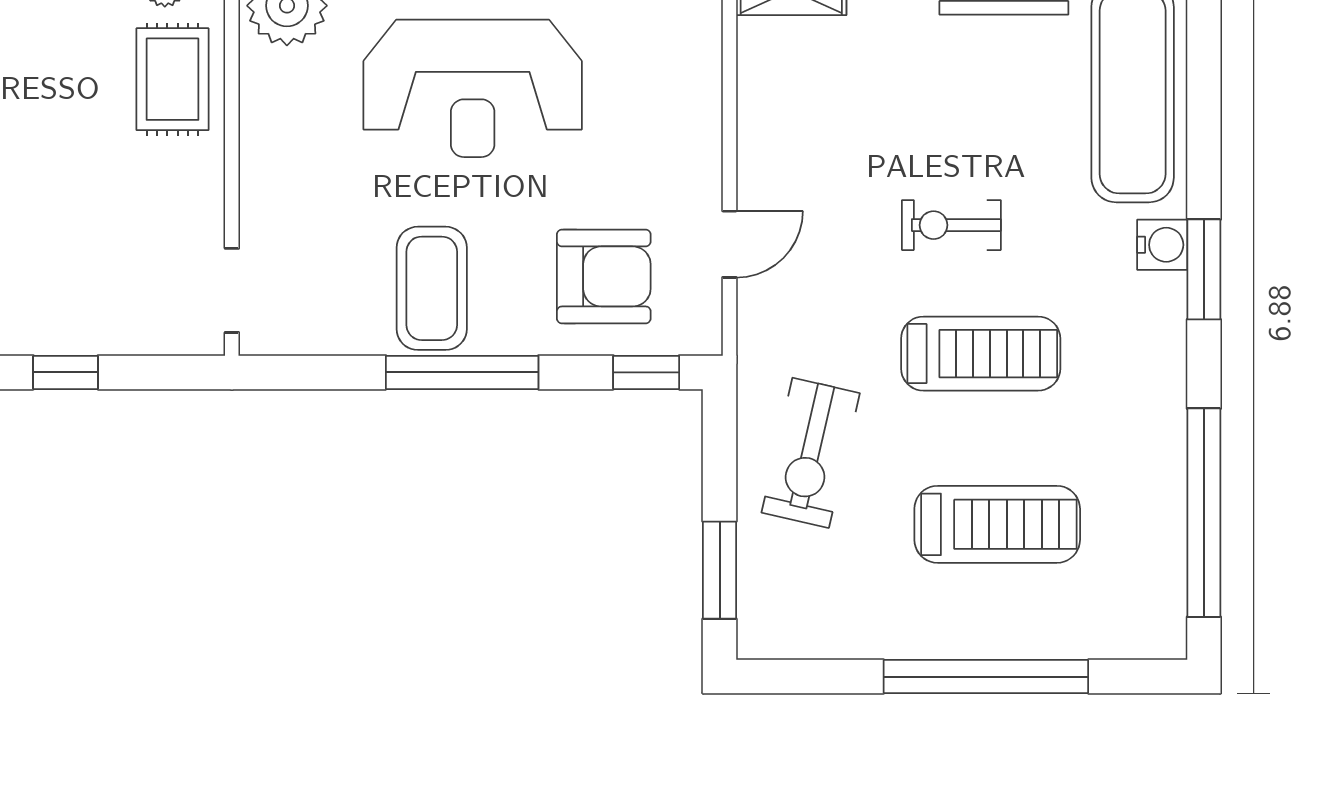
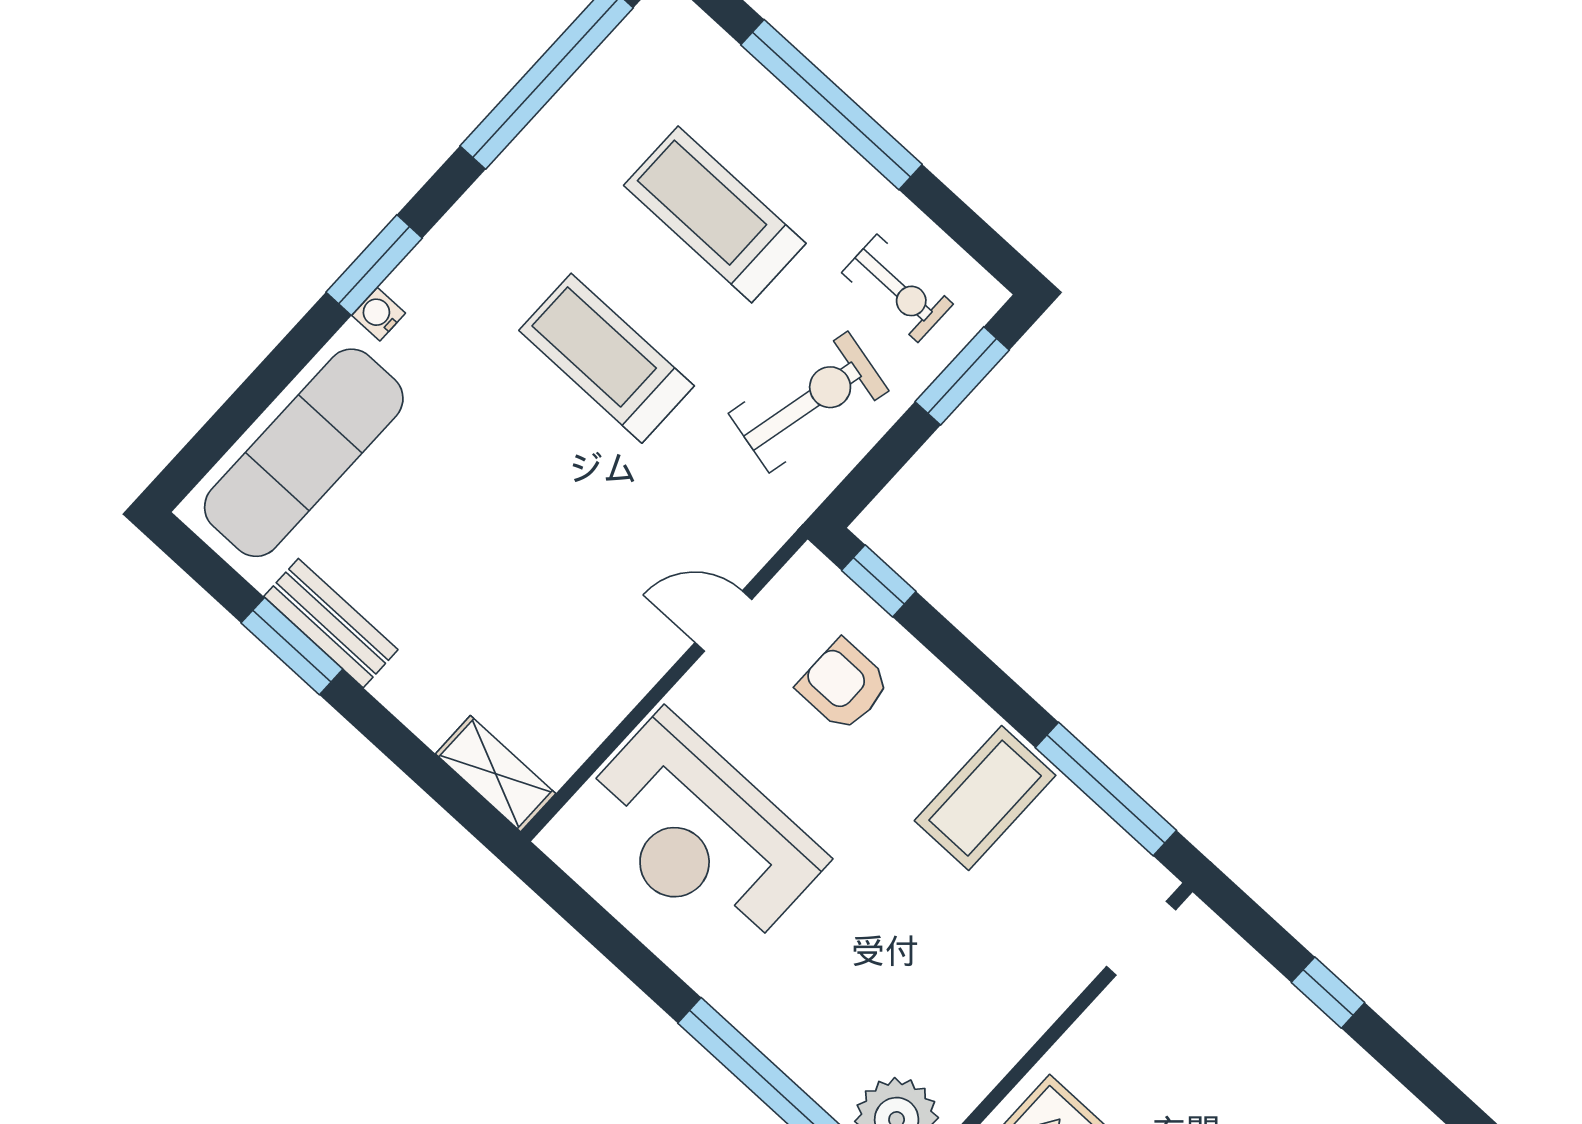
reception desk: (473, 88) -> (700, 835), moved, turned 180
exercise bike: (951, 225) -> (897, 288), moved
water cooler: (1162, 245) -> (379, 314), width x0.72, depth x0.72
armchair: (604, 276) -> (844, 685), width x0.72, depth x0.72
window: (462, 372) -> (1106, 789), moved

